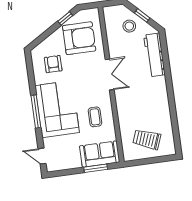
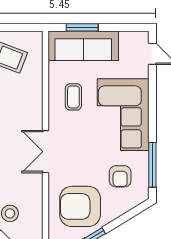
window: (36, 112) -> (152, 165), moved
sofa: (100, 154) -> (83, 46), width x1.36

